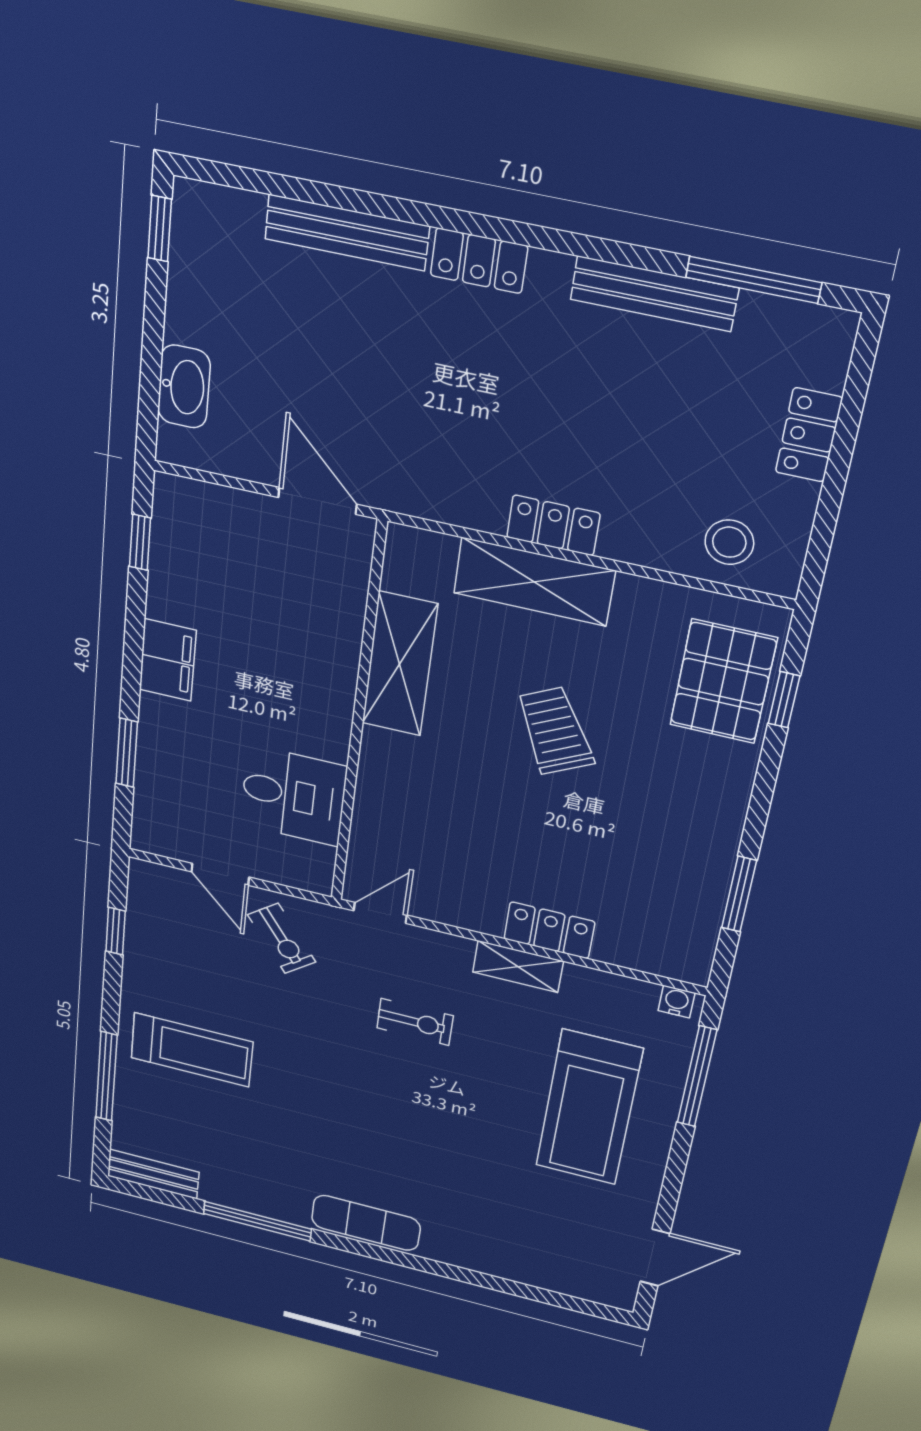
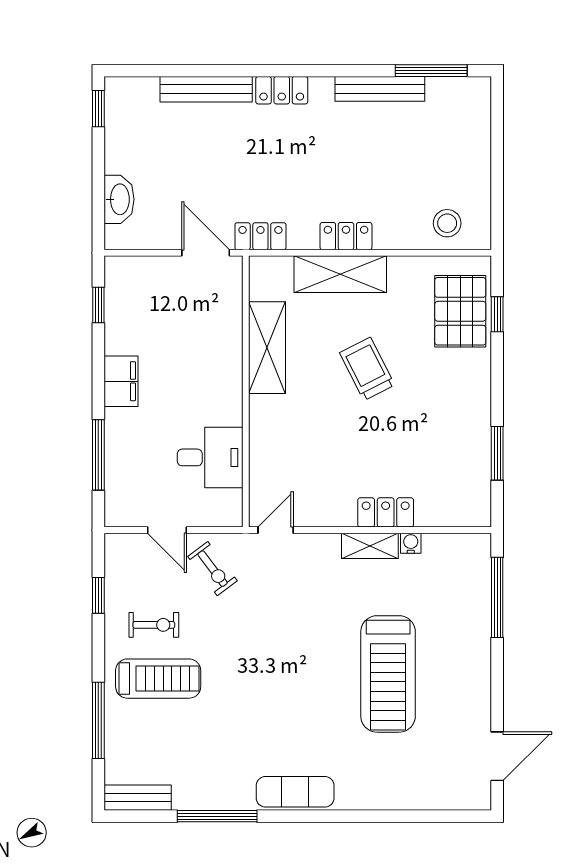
locker: (809, 435) -> (260, 236), moved, turned 90
window: (127, 753) -> (98, 455), width x1.44
water cooler: (676, 1002) -> (411, 543), moved
exercise bike: (415, 1022) -> (154, 625), moved
treadmill: (589, 1108) -> (388, 674), moved

